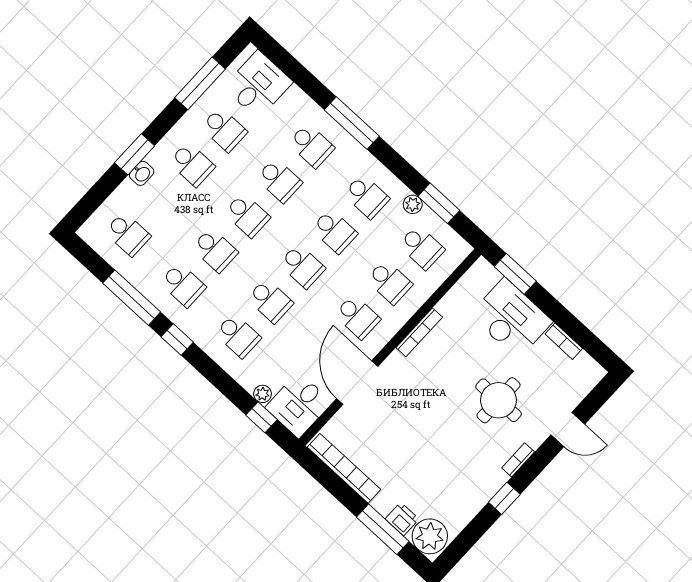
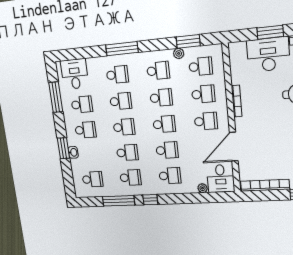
window: (515, 274) -> (270, 32), moved
door: (357, 383) -> (234, 147), hinge flipped
window: (262, 417) -> (212, 197), removed

